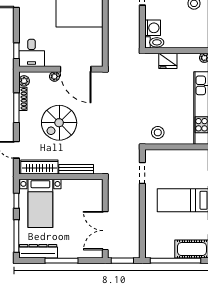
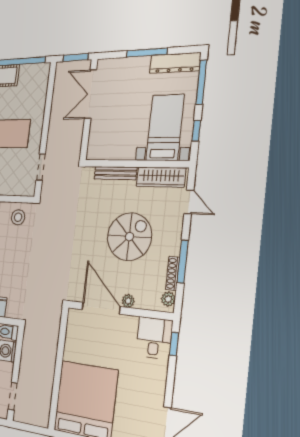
double door: (105, 231) -> (90, 94), swing flipped

